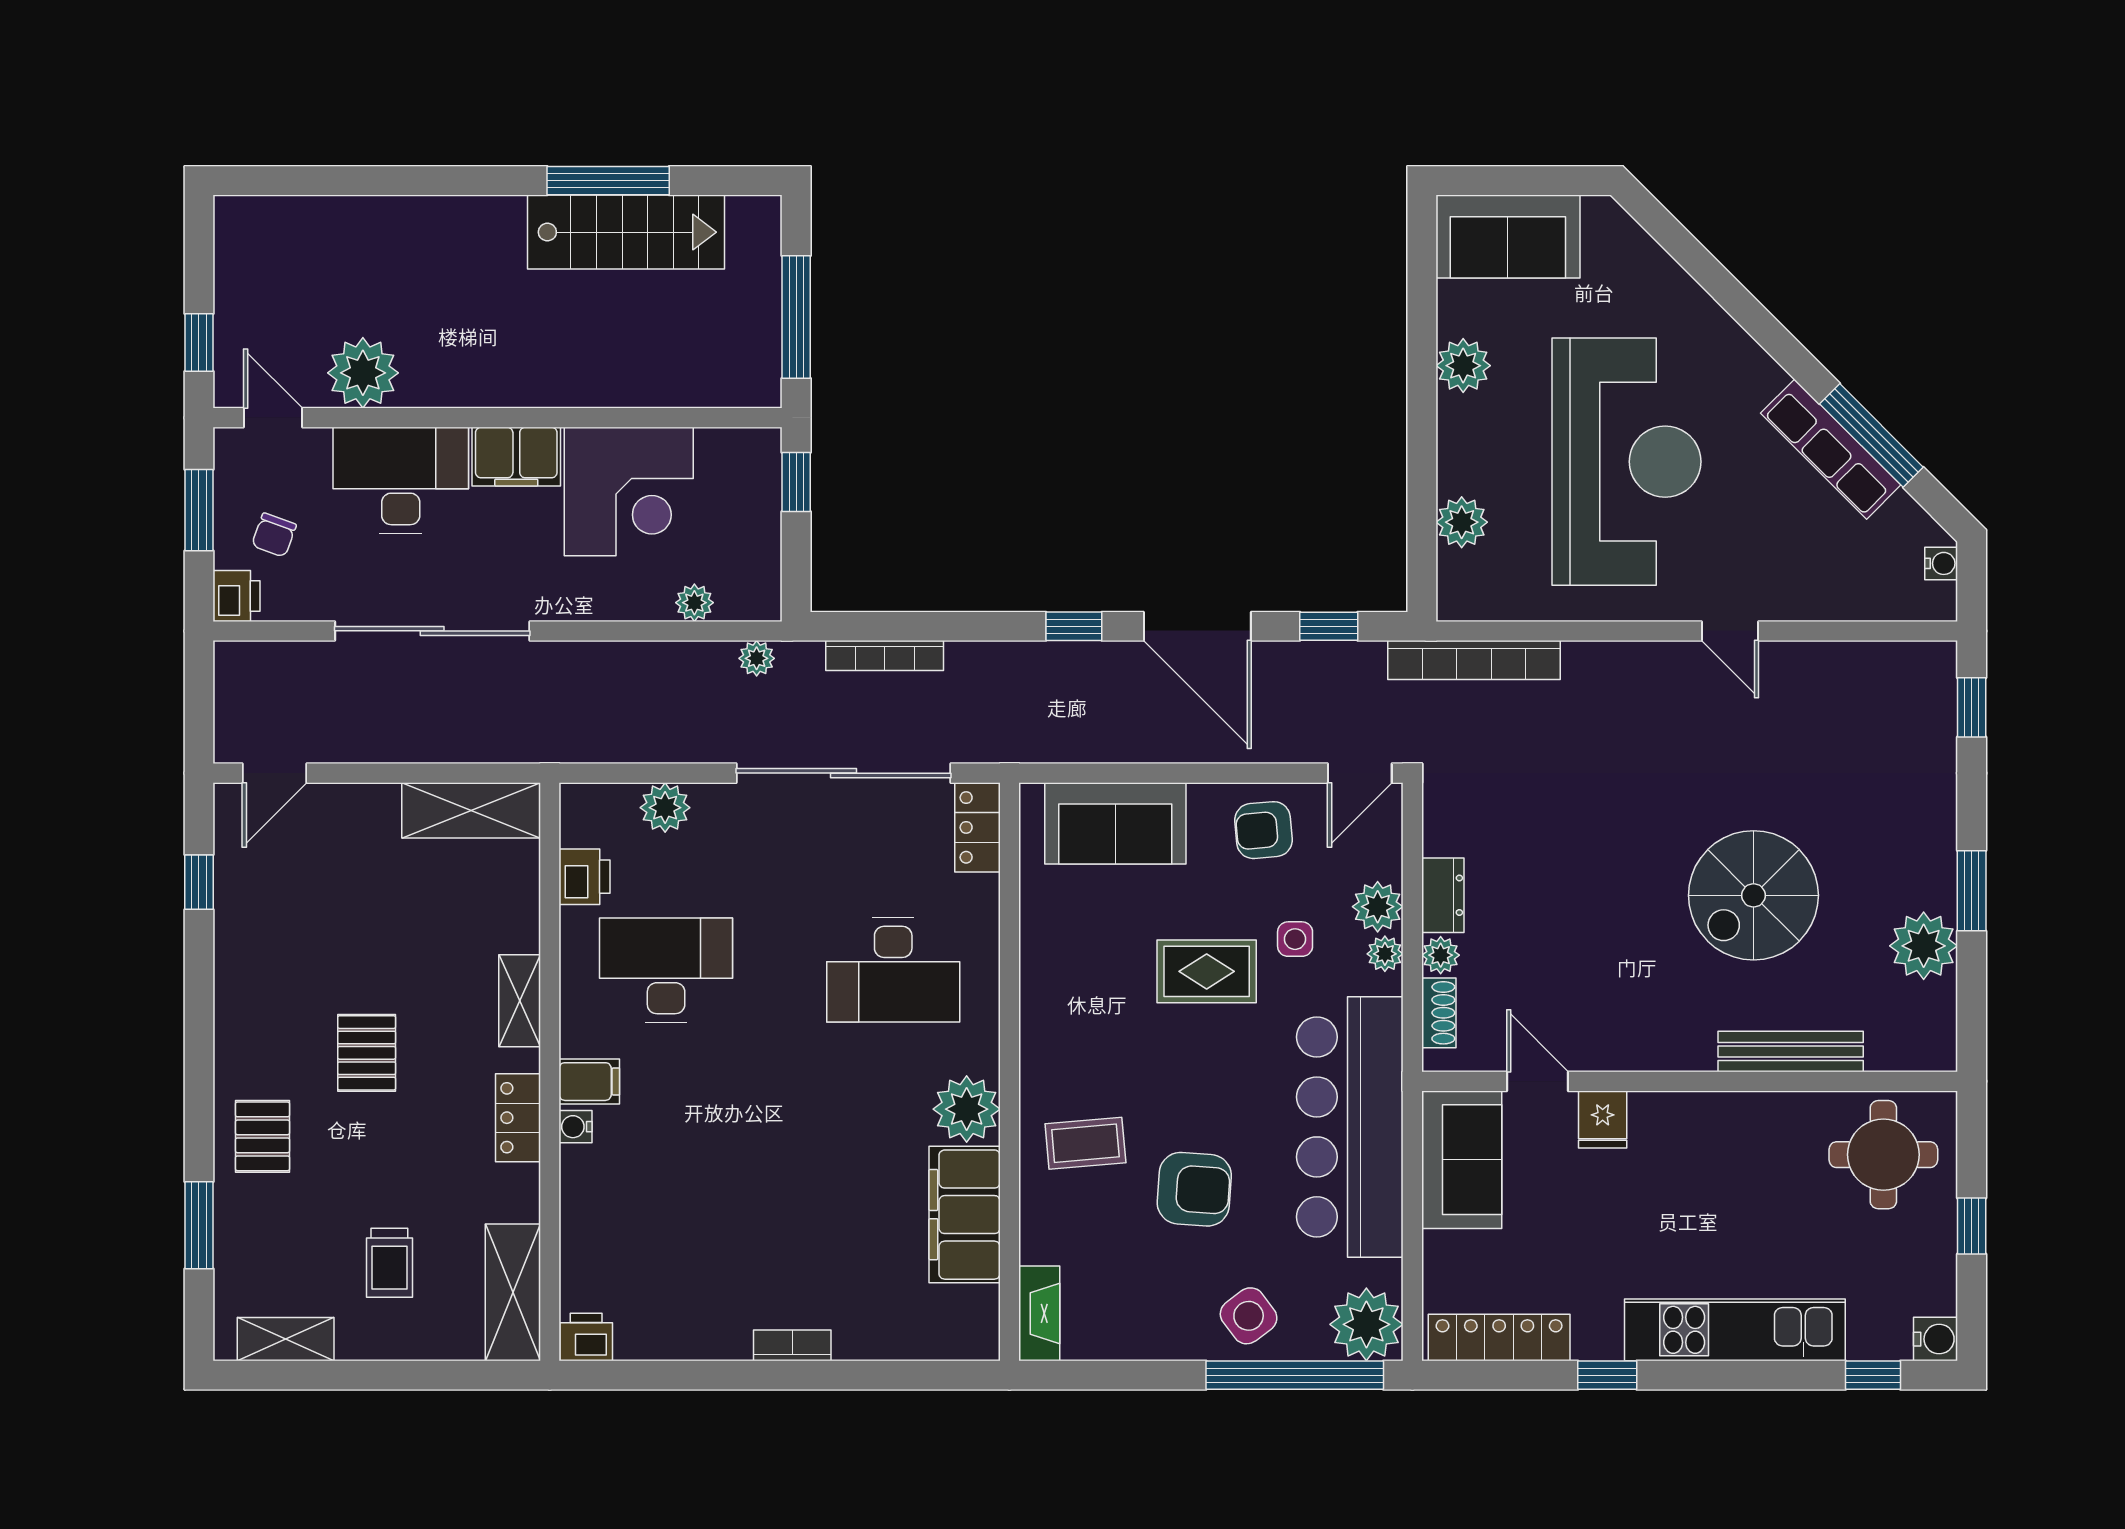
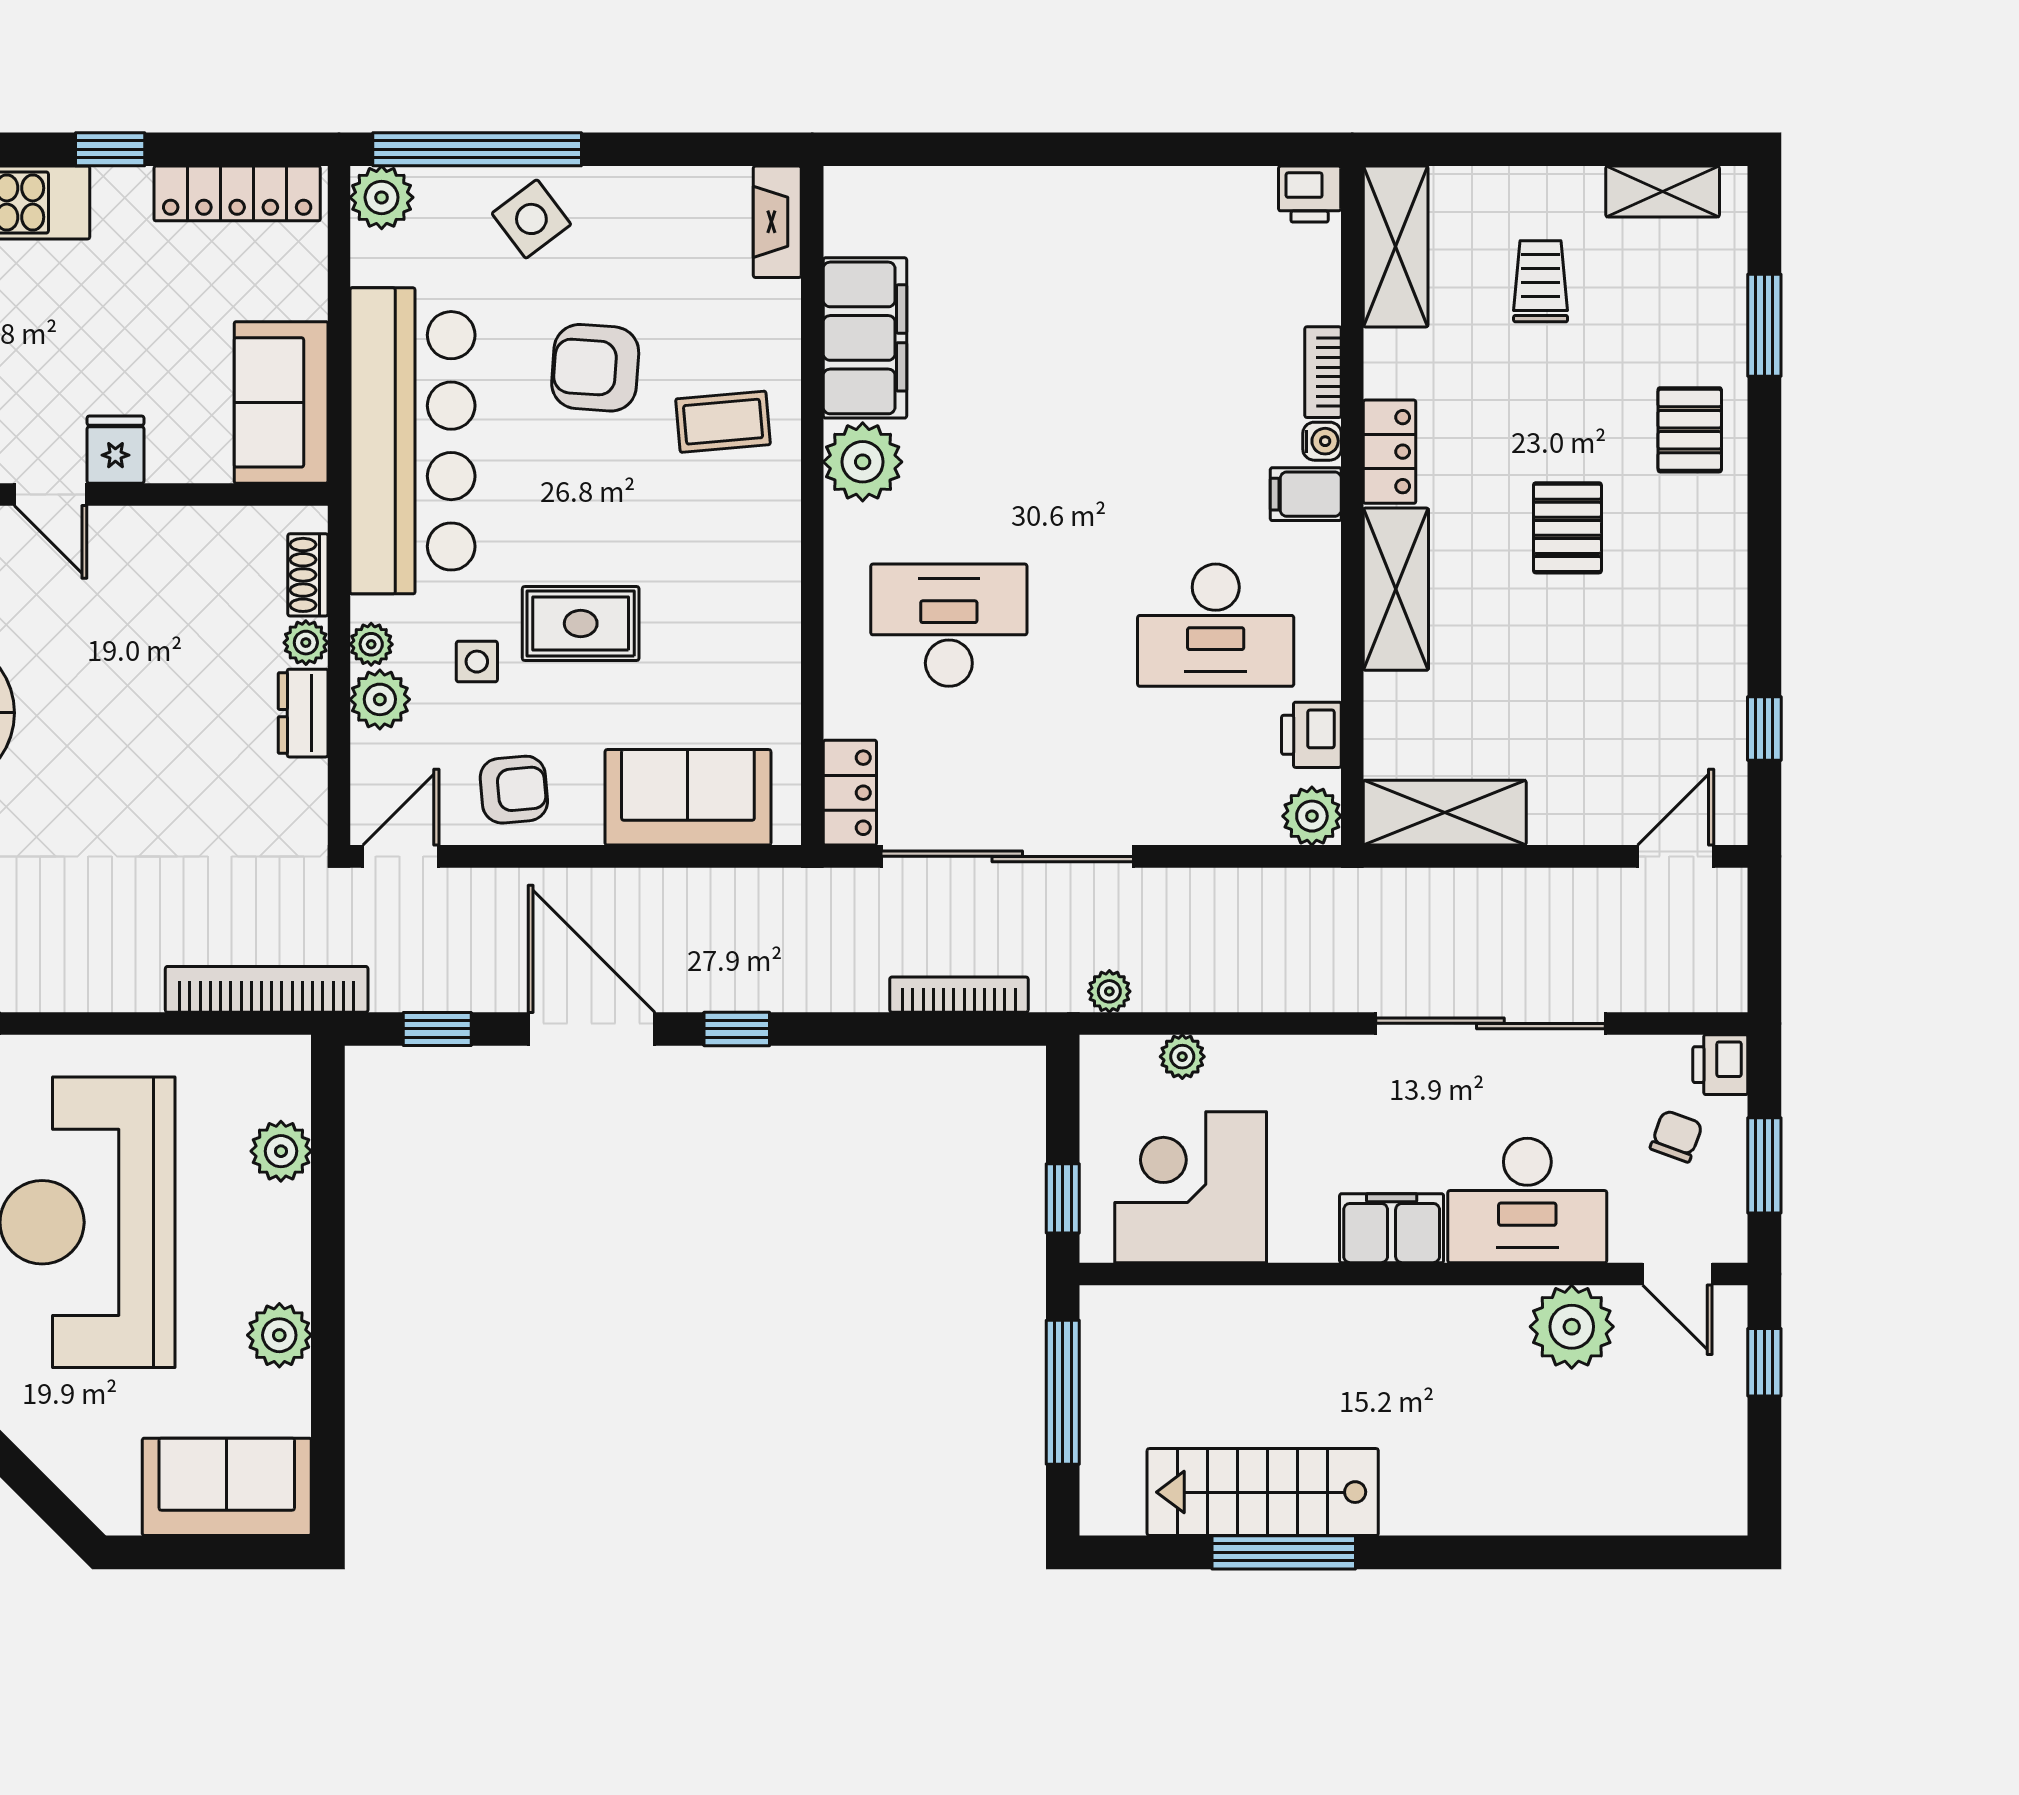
corner desk: (629, 492) -> (1191, 1187), moved
plant: (665, 808) -> (1312, 816), moved
shelving: (520, 1001) -> (1396, 589), width x1.50, depth x1.33
door: (1537, 1081) -> (51, 494), moved
plant: (1366, 1324) -> (382, 197), width x0.73, depth x0.73
bookcase: (792, 1345) -> (1323, 372), moved, turned 90

